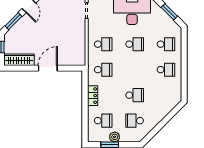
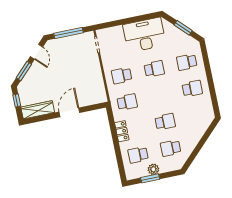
school desk: (103, 44) -> (122, 76), turned 180
school desk: (166, 44) -> (187, 62), turned 180
school desk: (103, 121) -> (138, 155), turned 180

